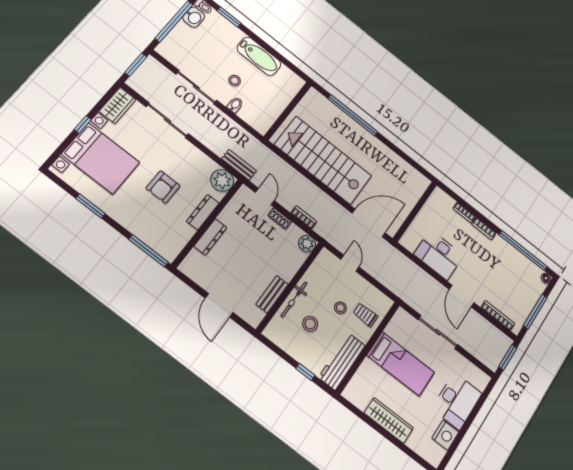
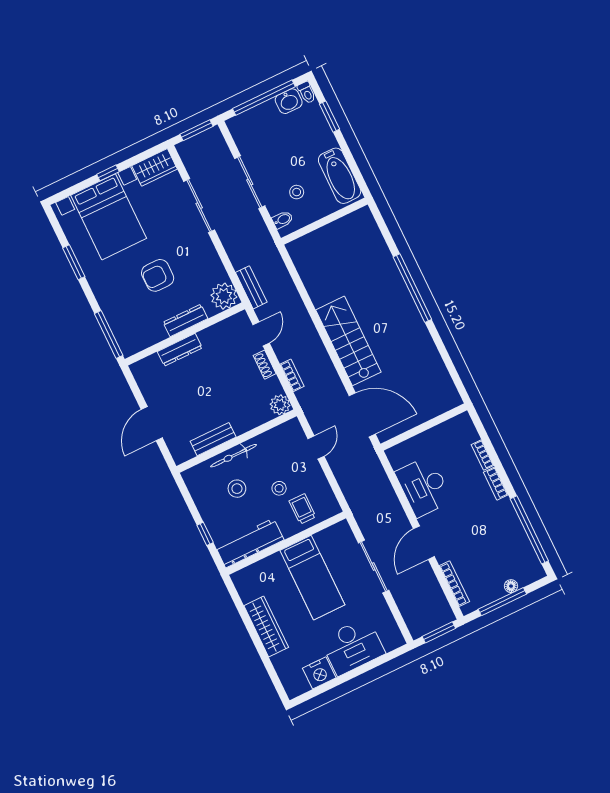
wall: (288, 111) -> (324, 221), moved
stairs: (323, 160) -> (348, 341), width x0.73, depth x0.66
floor lamp: (546, 278) -> (511, 586), moved

